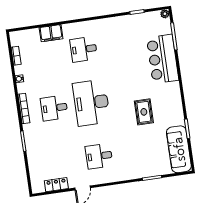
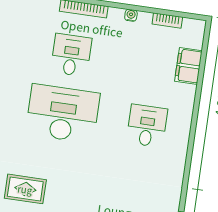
filing cabinet: (51, 33) -> (188, 66), moved

